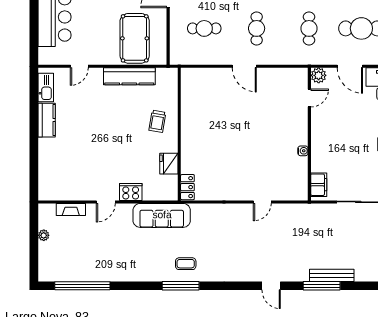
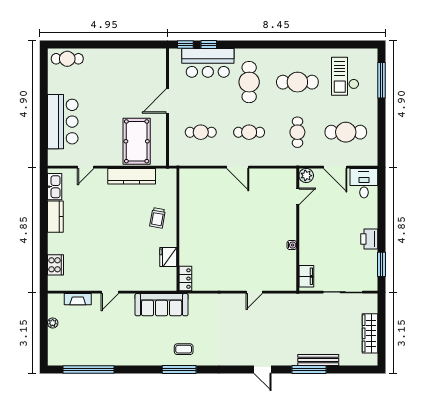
cafe table: (257, 28) -> (249, 132), turned 90
cooker: (131, 192) -> (55, 265), moved, turned 90

